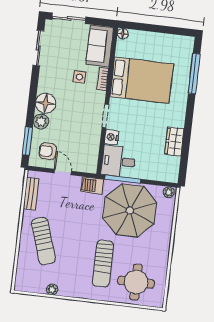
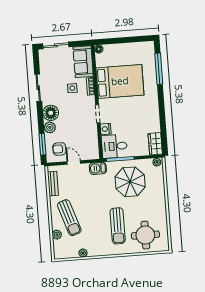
sliding door: (38, 48) -> (38, 88), moved
wardrobe: (174, 142) -> (155, 144), moved
parasol: (130, 210) -> (130, 182), width x0.73, depth x0.73
plant: (23, 260) -> (57, 235), added

